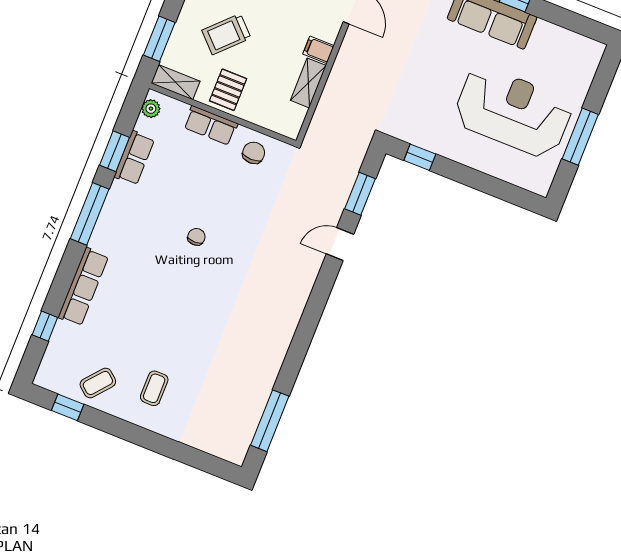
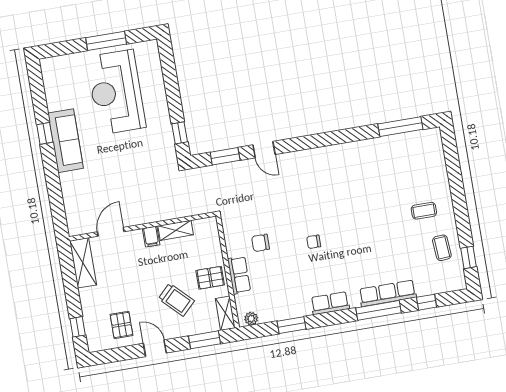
chair: (254, 153) -> (261, 243), moved
row of seats: (134, 158) -> (330, 303), moved
window: (90, 214) -> (379, 310), moved
coffee table: (98, 383) -> (442, 248), turned 46

